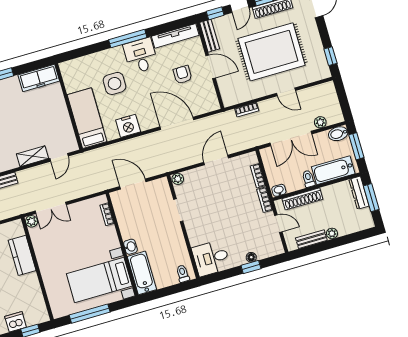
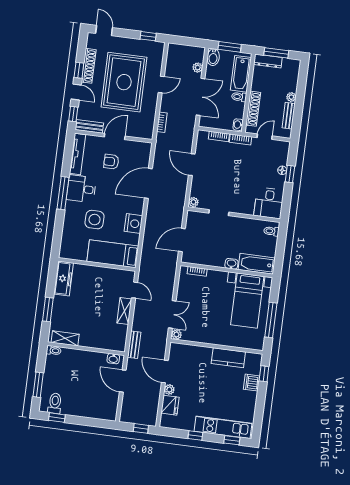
kitchen counter: (22, 255) -> (228, 358), moved

